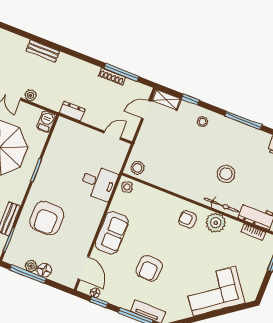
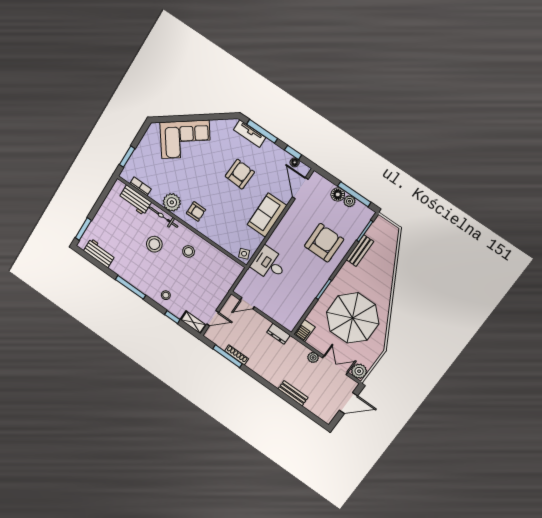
stool: (137, 168) -> (189, 251), moved

